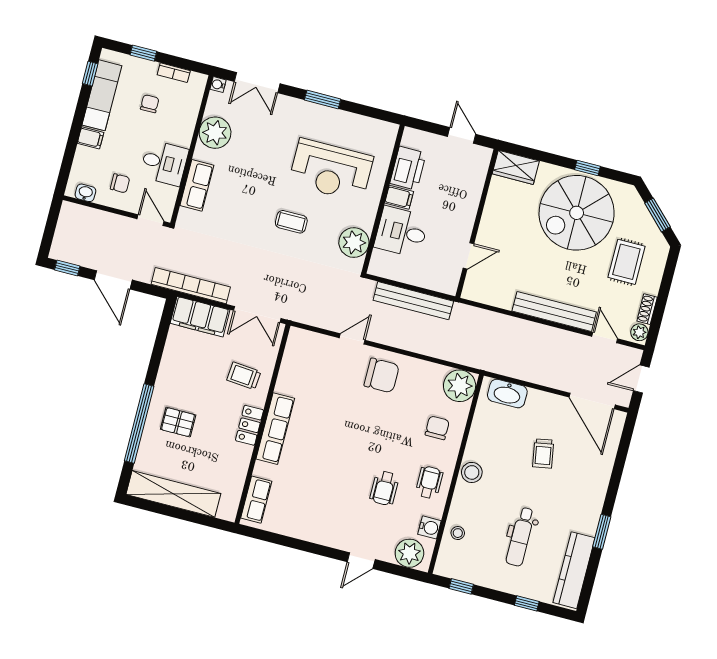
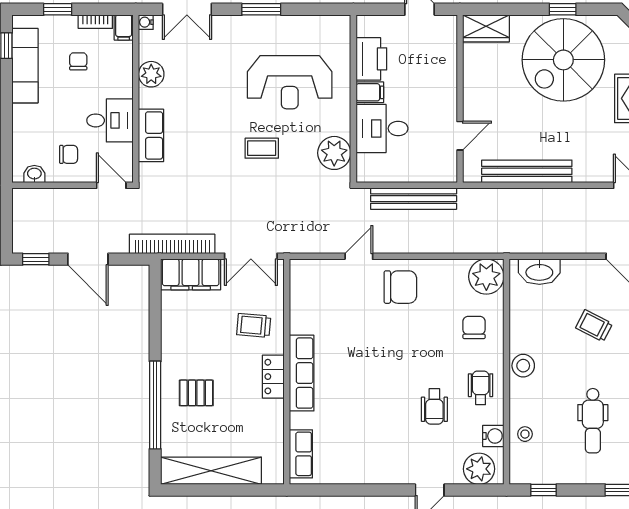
plant: (215, 133) -> (151, 74), width x0.73, depth x0.73
filing cabinet: (91, 138) -> (124, 27), moved, turned 90
bench: (554, 312) -> (527, 171), moved
trolley: (543, 454) -> (594, 326), turned 127

